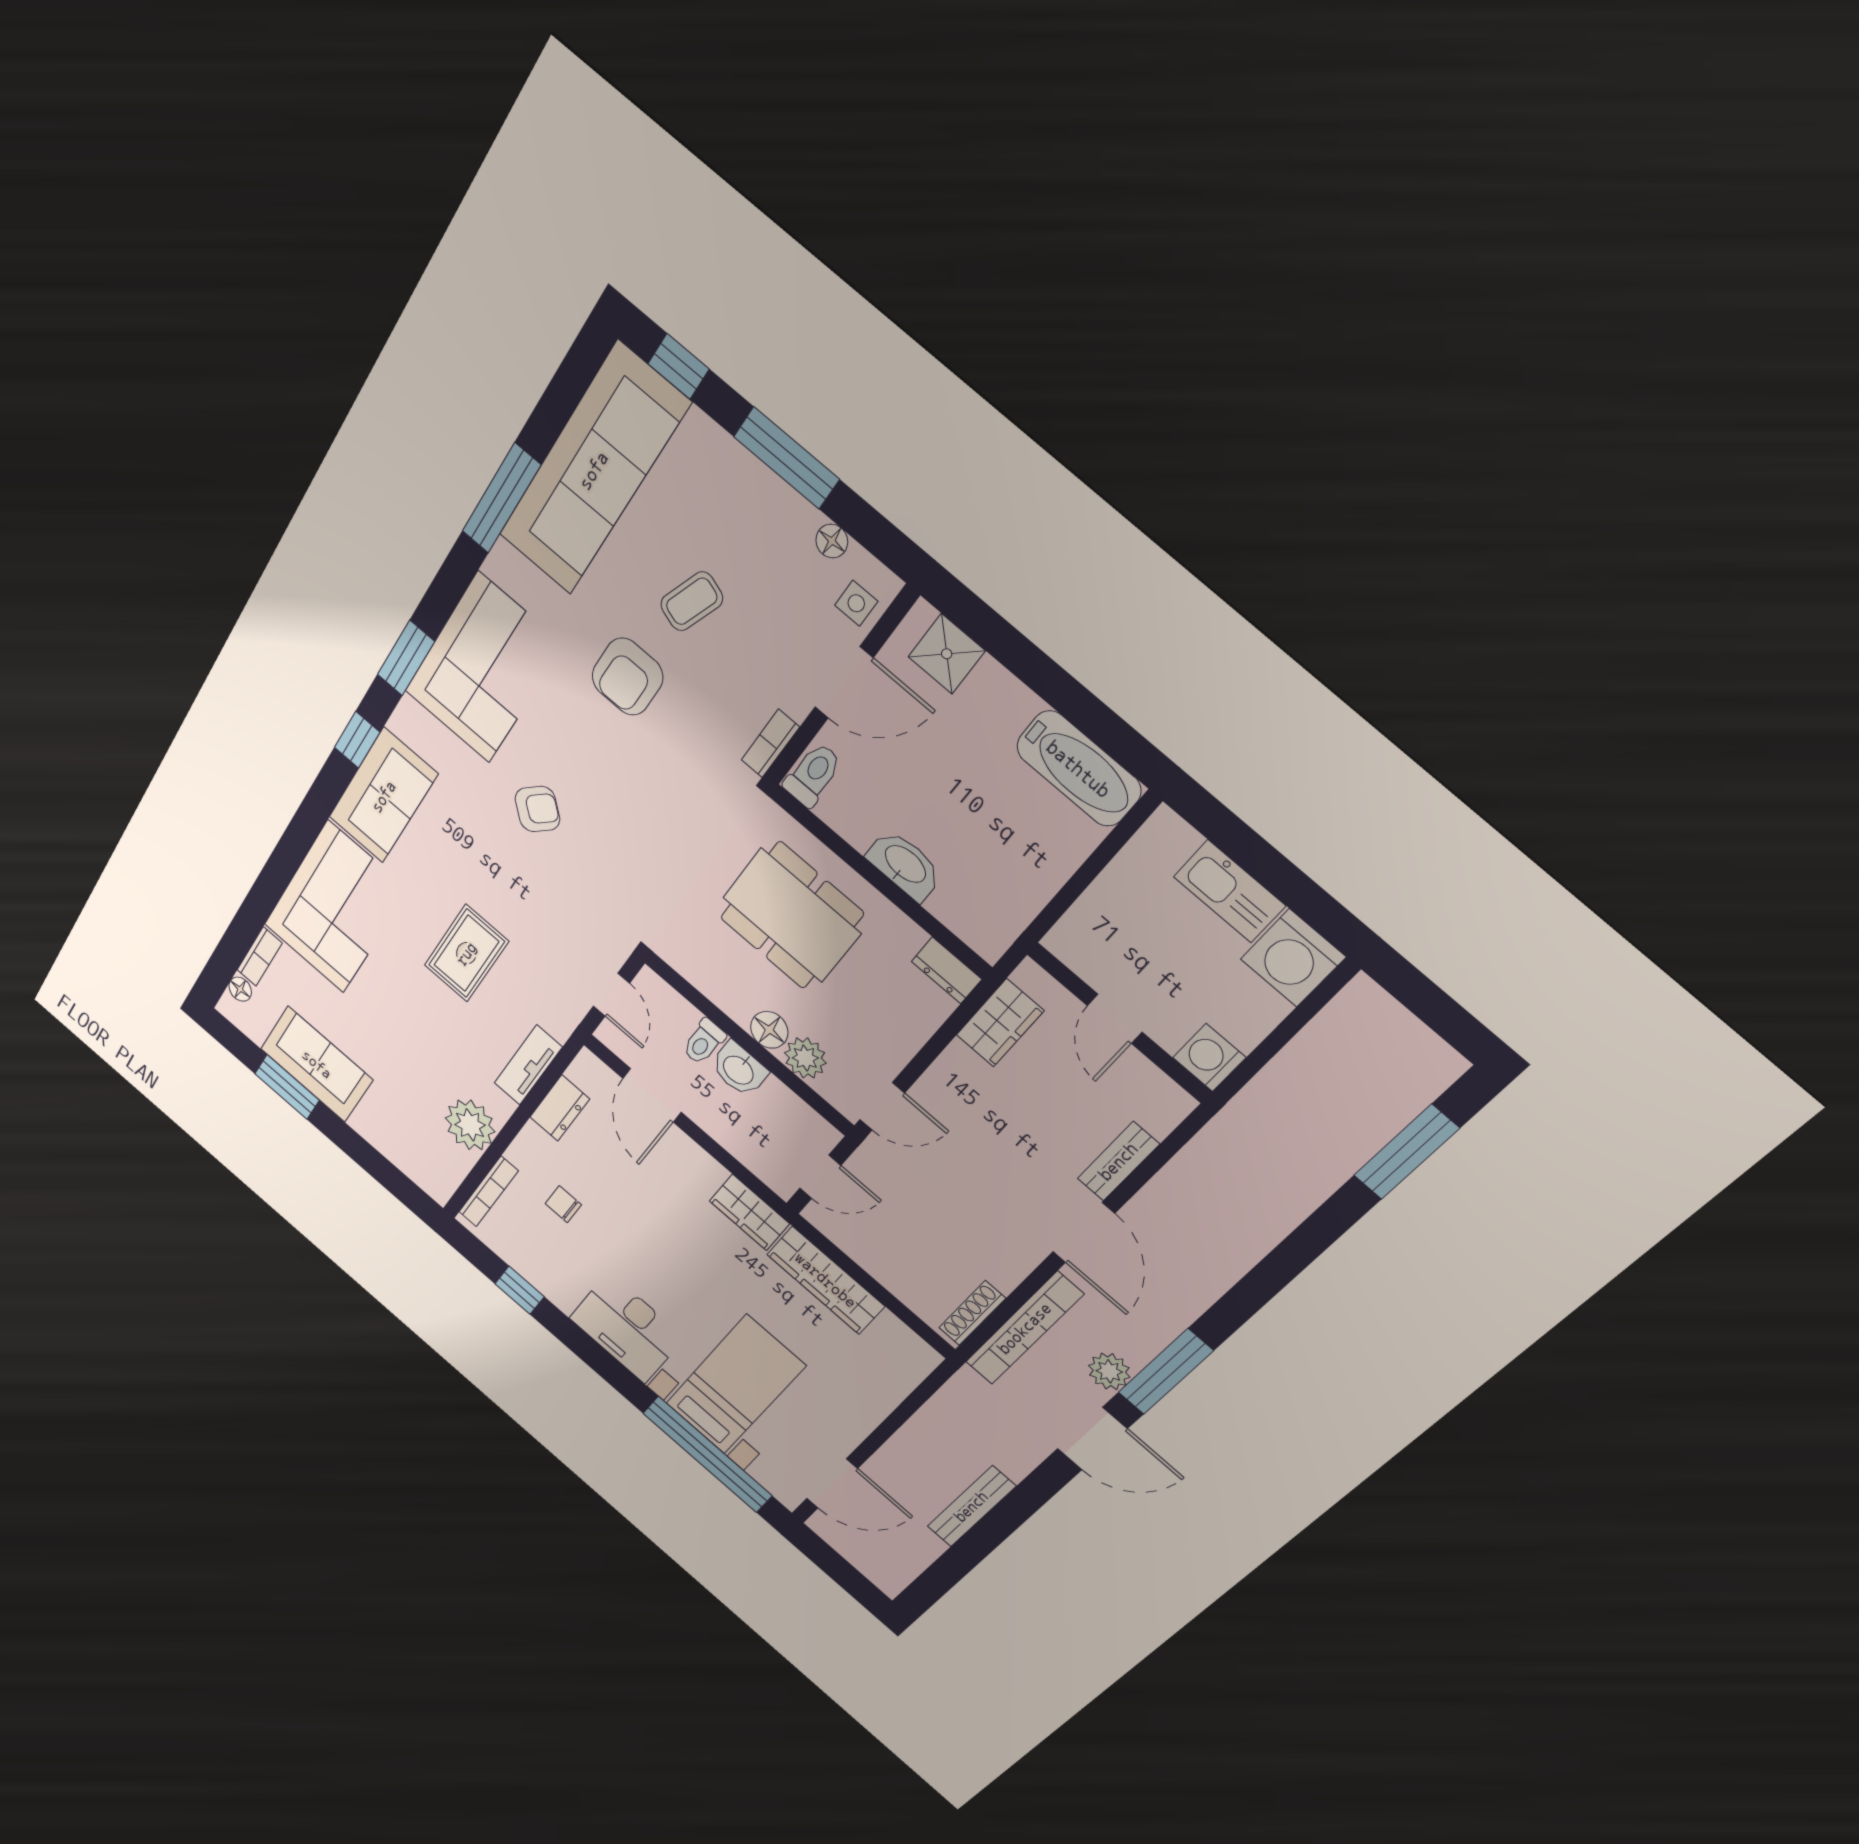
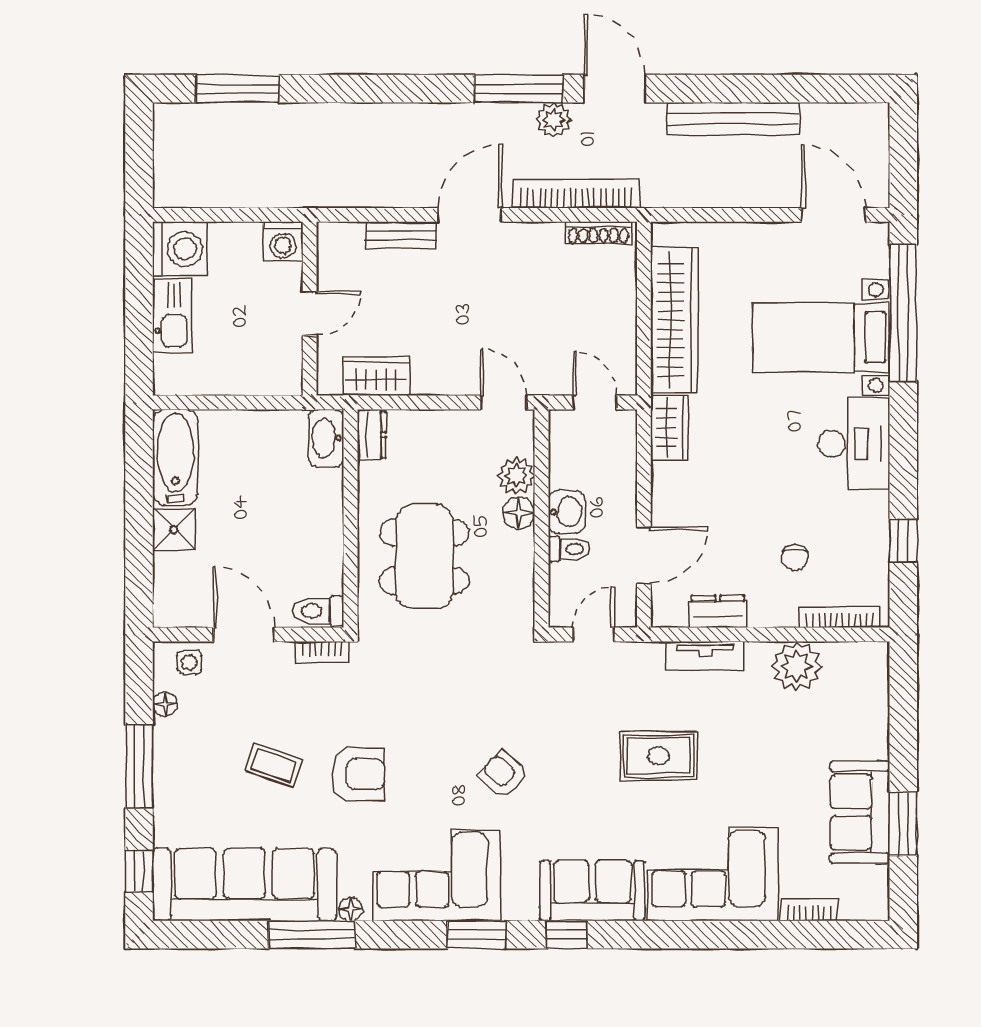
shower: (947, 654) -> (174, 530), moved
washbasin: (905, 865) -> (326, 438), moved
floor lamp: (240, 989) -> (351, 909), moved
wardrobe: (826, 1280) -> (674, 320), width x1.40, depth x1.17
bench: (971, 1506) -> (733, 119), width x1.37, depth x1.21

